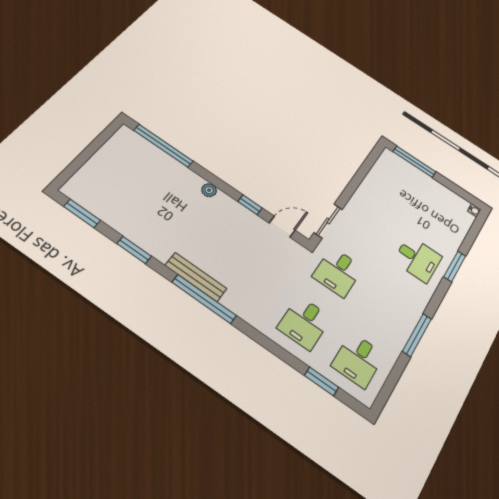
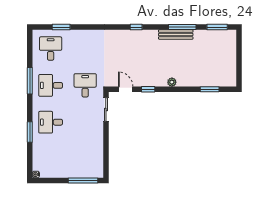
window: (163, 146) -> (210, 89), width x0.47
door: (282, 227) -> (126, 89), swing flipped
window: (134, 250) -> (182, 27), width x1.44
bench: (196, 277) -> (176, 35), moved
window: (204, 299) -> (136, 27), width x0.32
desk: (304, 323) -> (51, 85), moved, turned -90

